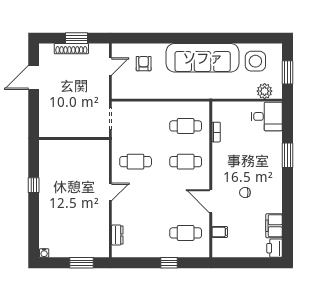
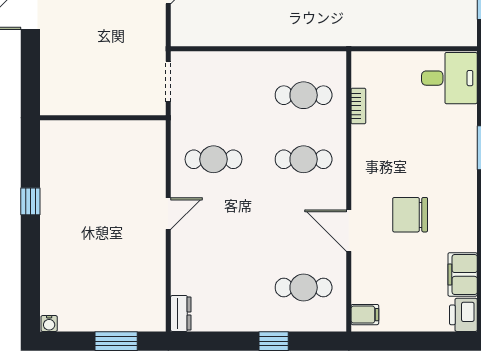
plant: (265, 91) -> (445, 33), removed
chair: (245, 192) -> (410, 215), width x1.87, depth x1.87
filing cabinet: (220, 232) -> (365, 315), moved
dresser: (117, 235) -> (181, 313), moved

